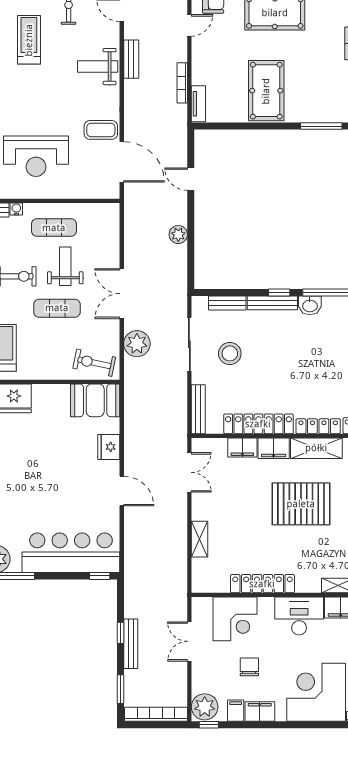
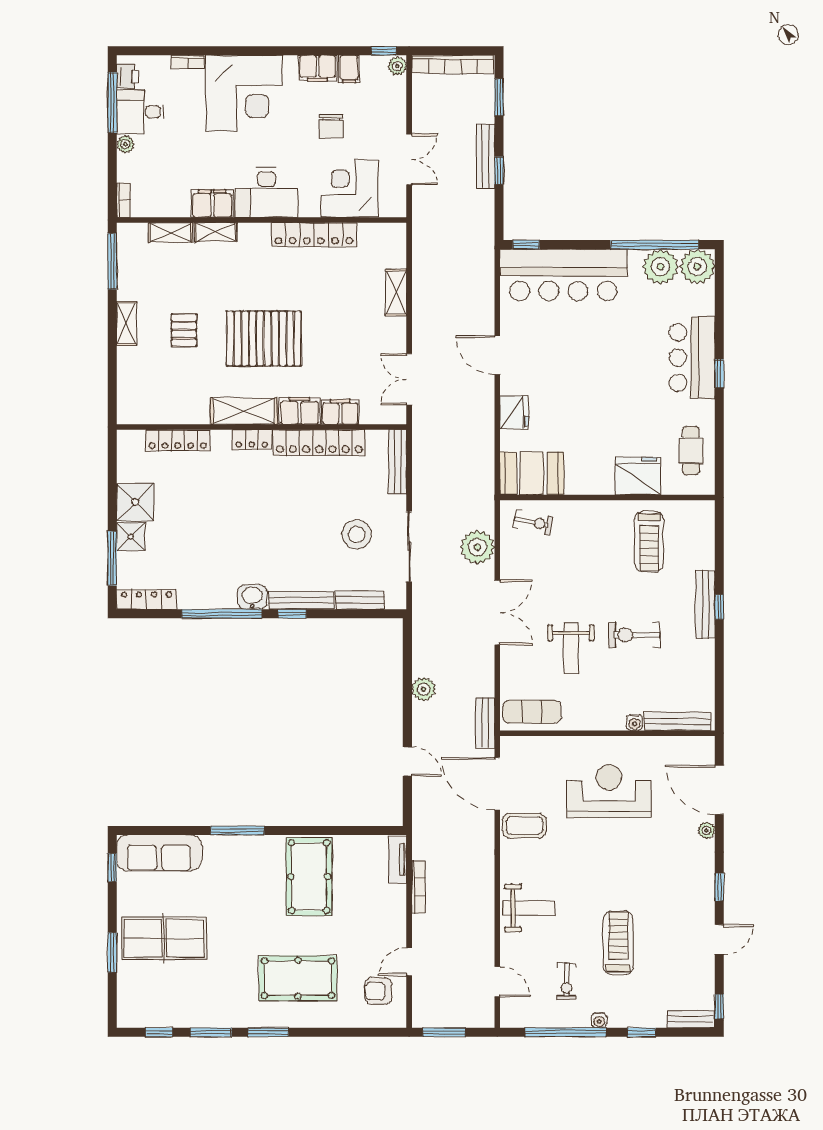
treadmill: (29, 40) -> (618, 943), turned 180
bench: (131, 59) -> (485, 723), moved
exercise mat: (54, 228) -> (532, 712), moved
exercise mat: (57, 308) -> (582, 593), removed
exercise bike: (94, 363) -> (533, 522), width x0.73, depth x0.72
locker: (318, 426) -> (252, 440), width x0.66
plant: (205, 707) -> (397, 66), width x0.53, depth x0.53

